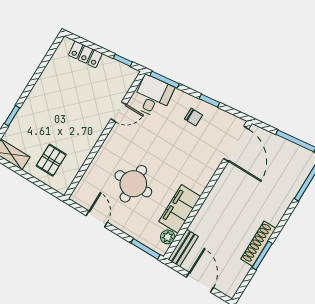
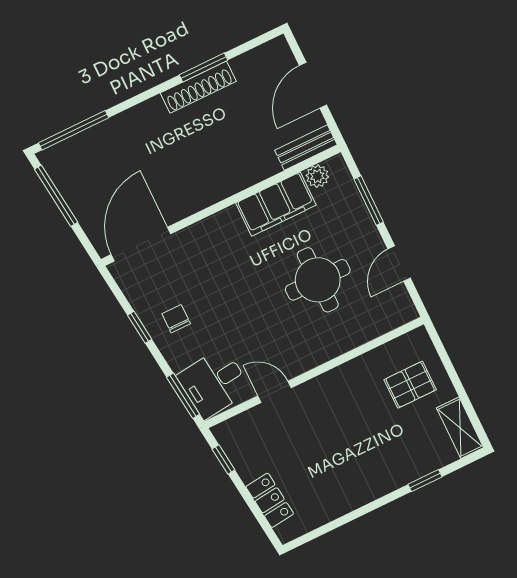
window: (145, 249) -> (369, 201), moved

